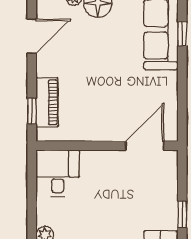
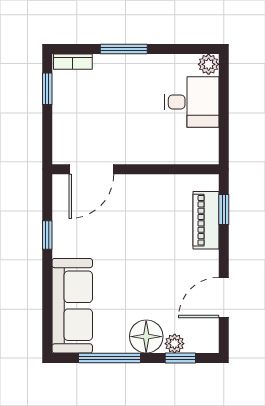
window: (182, 34) -> (47, 235), moved
desk: (58, 173) -> (191, 102), moved, turned -90

